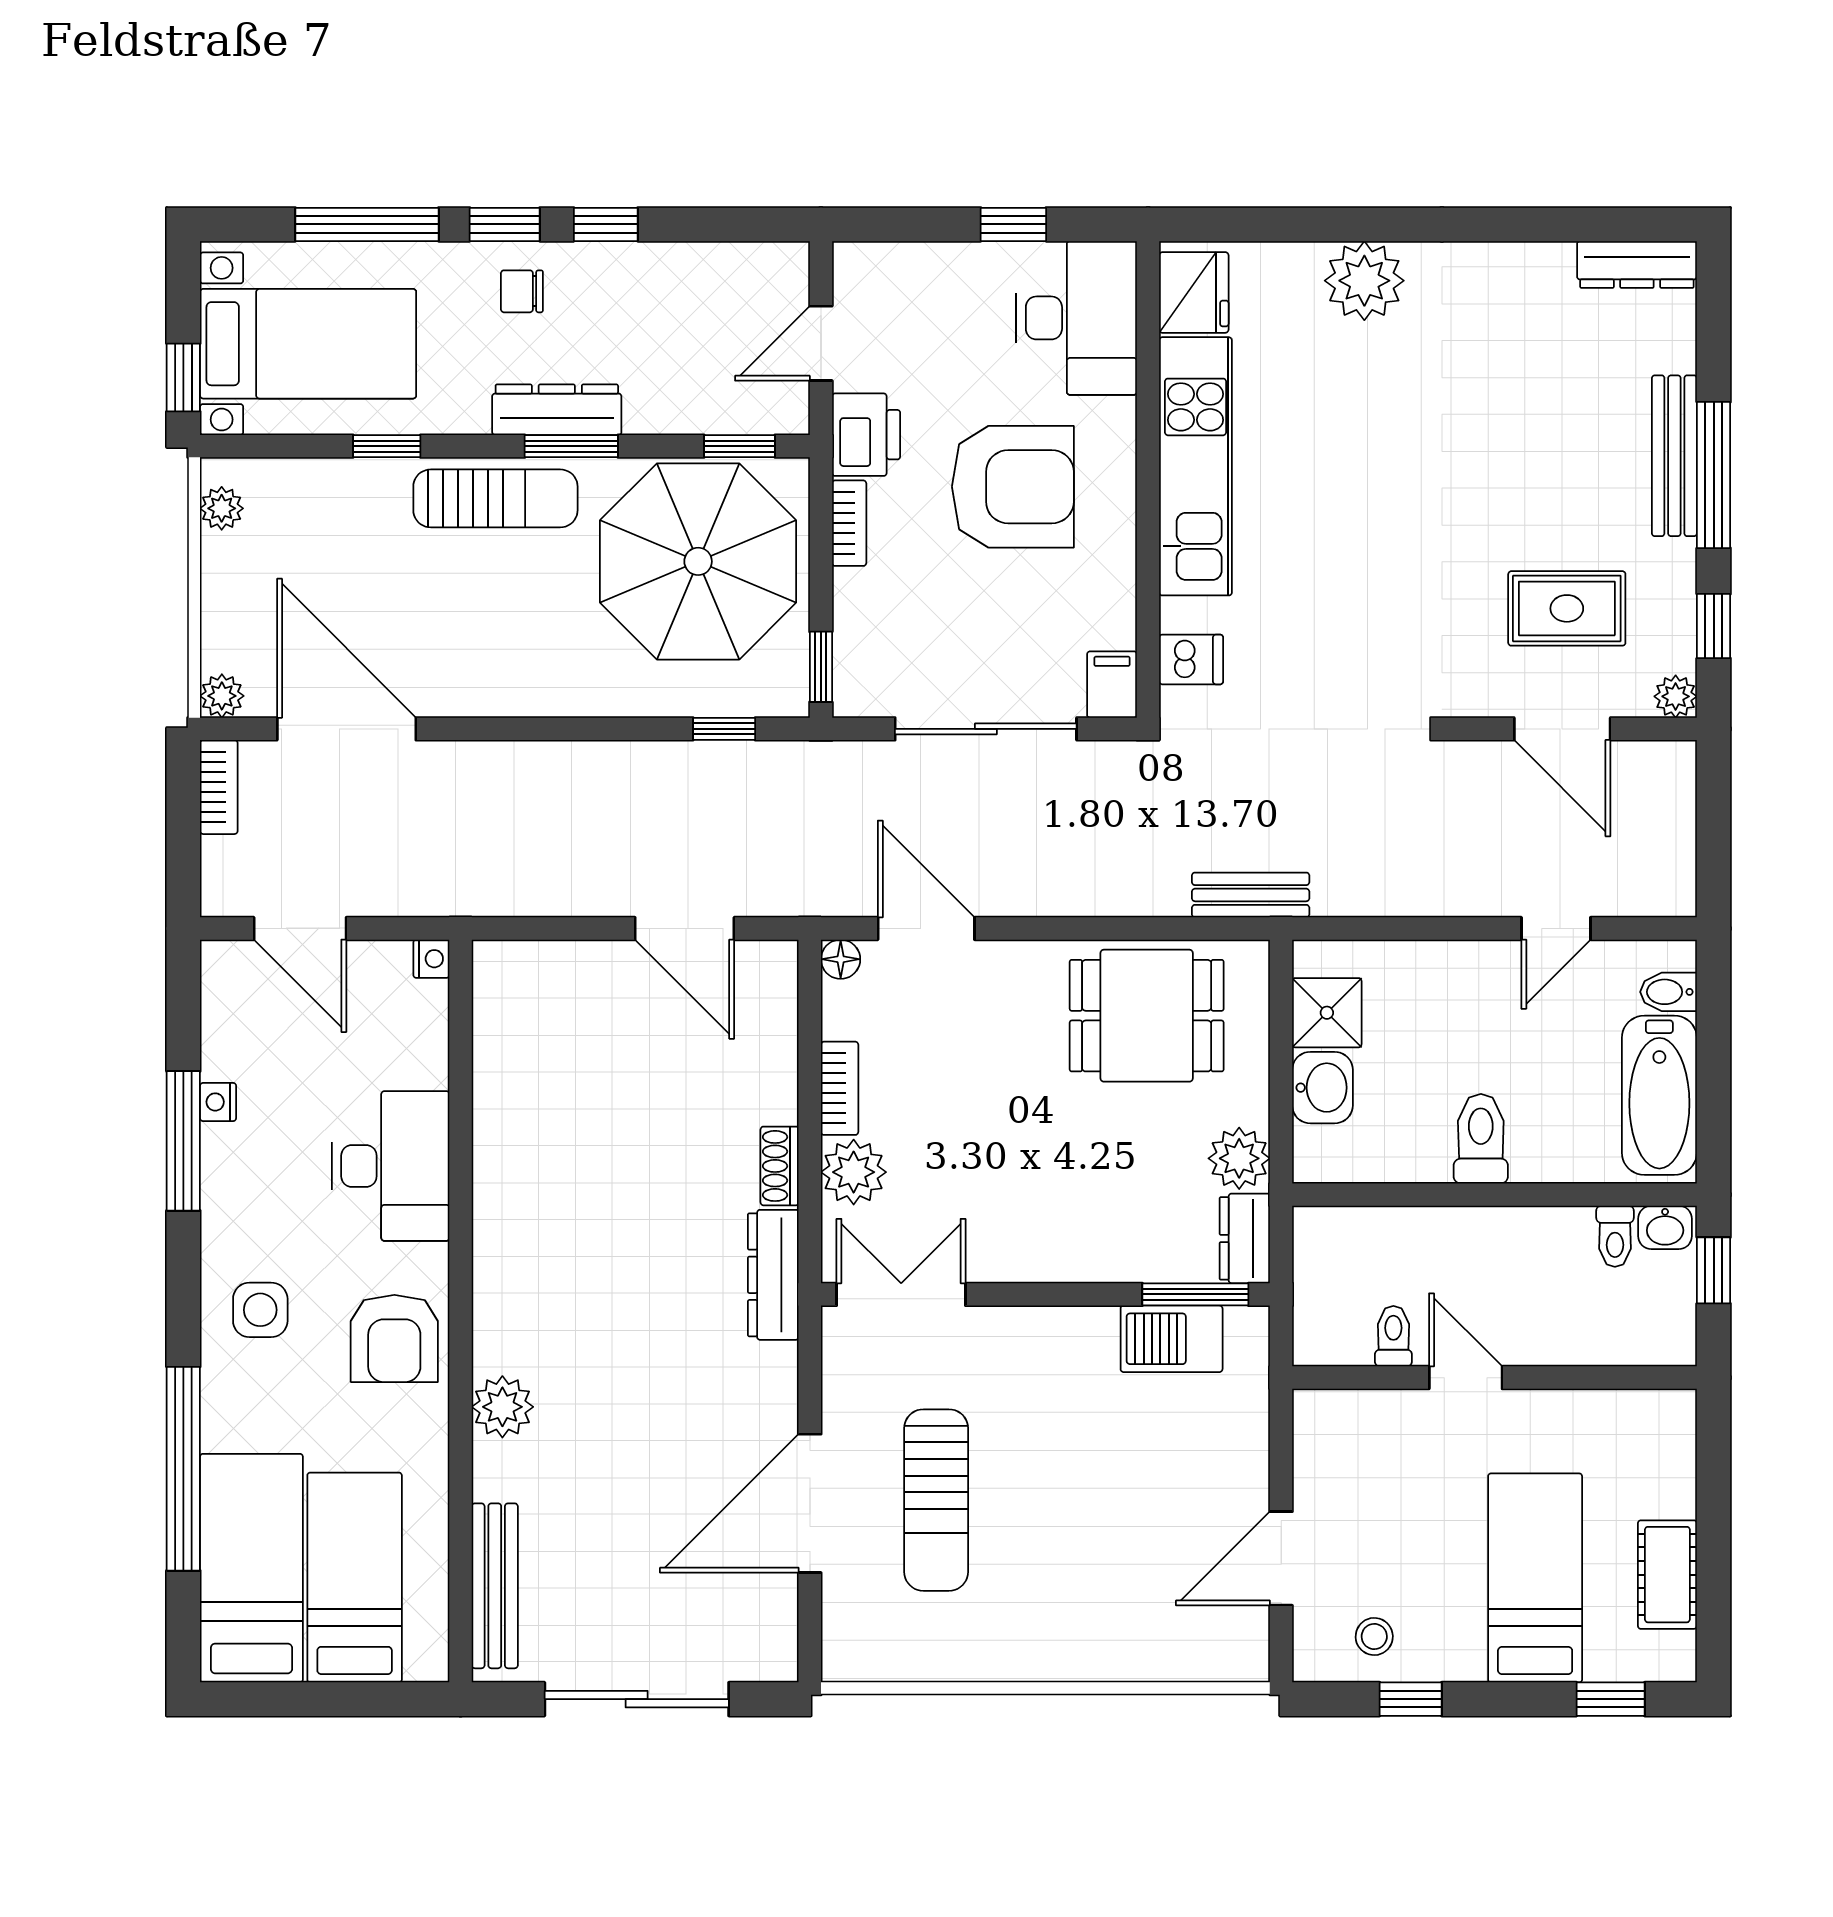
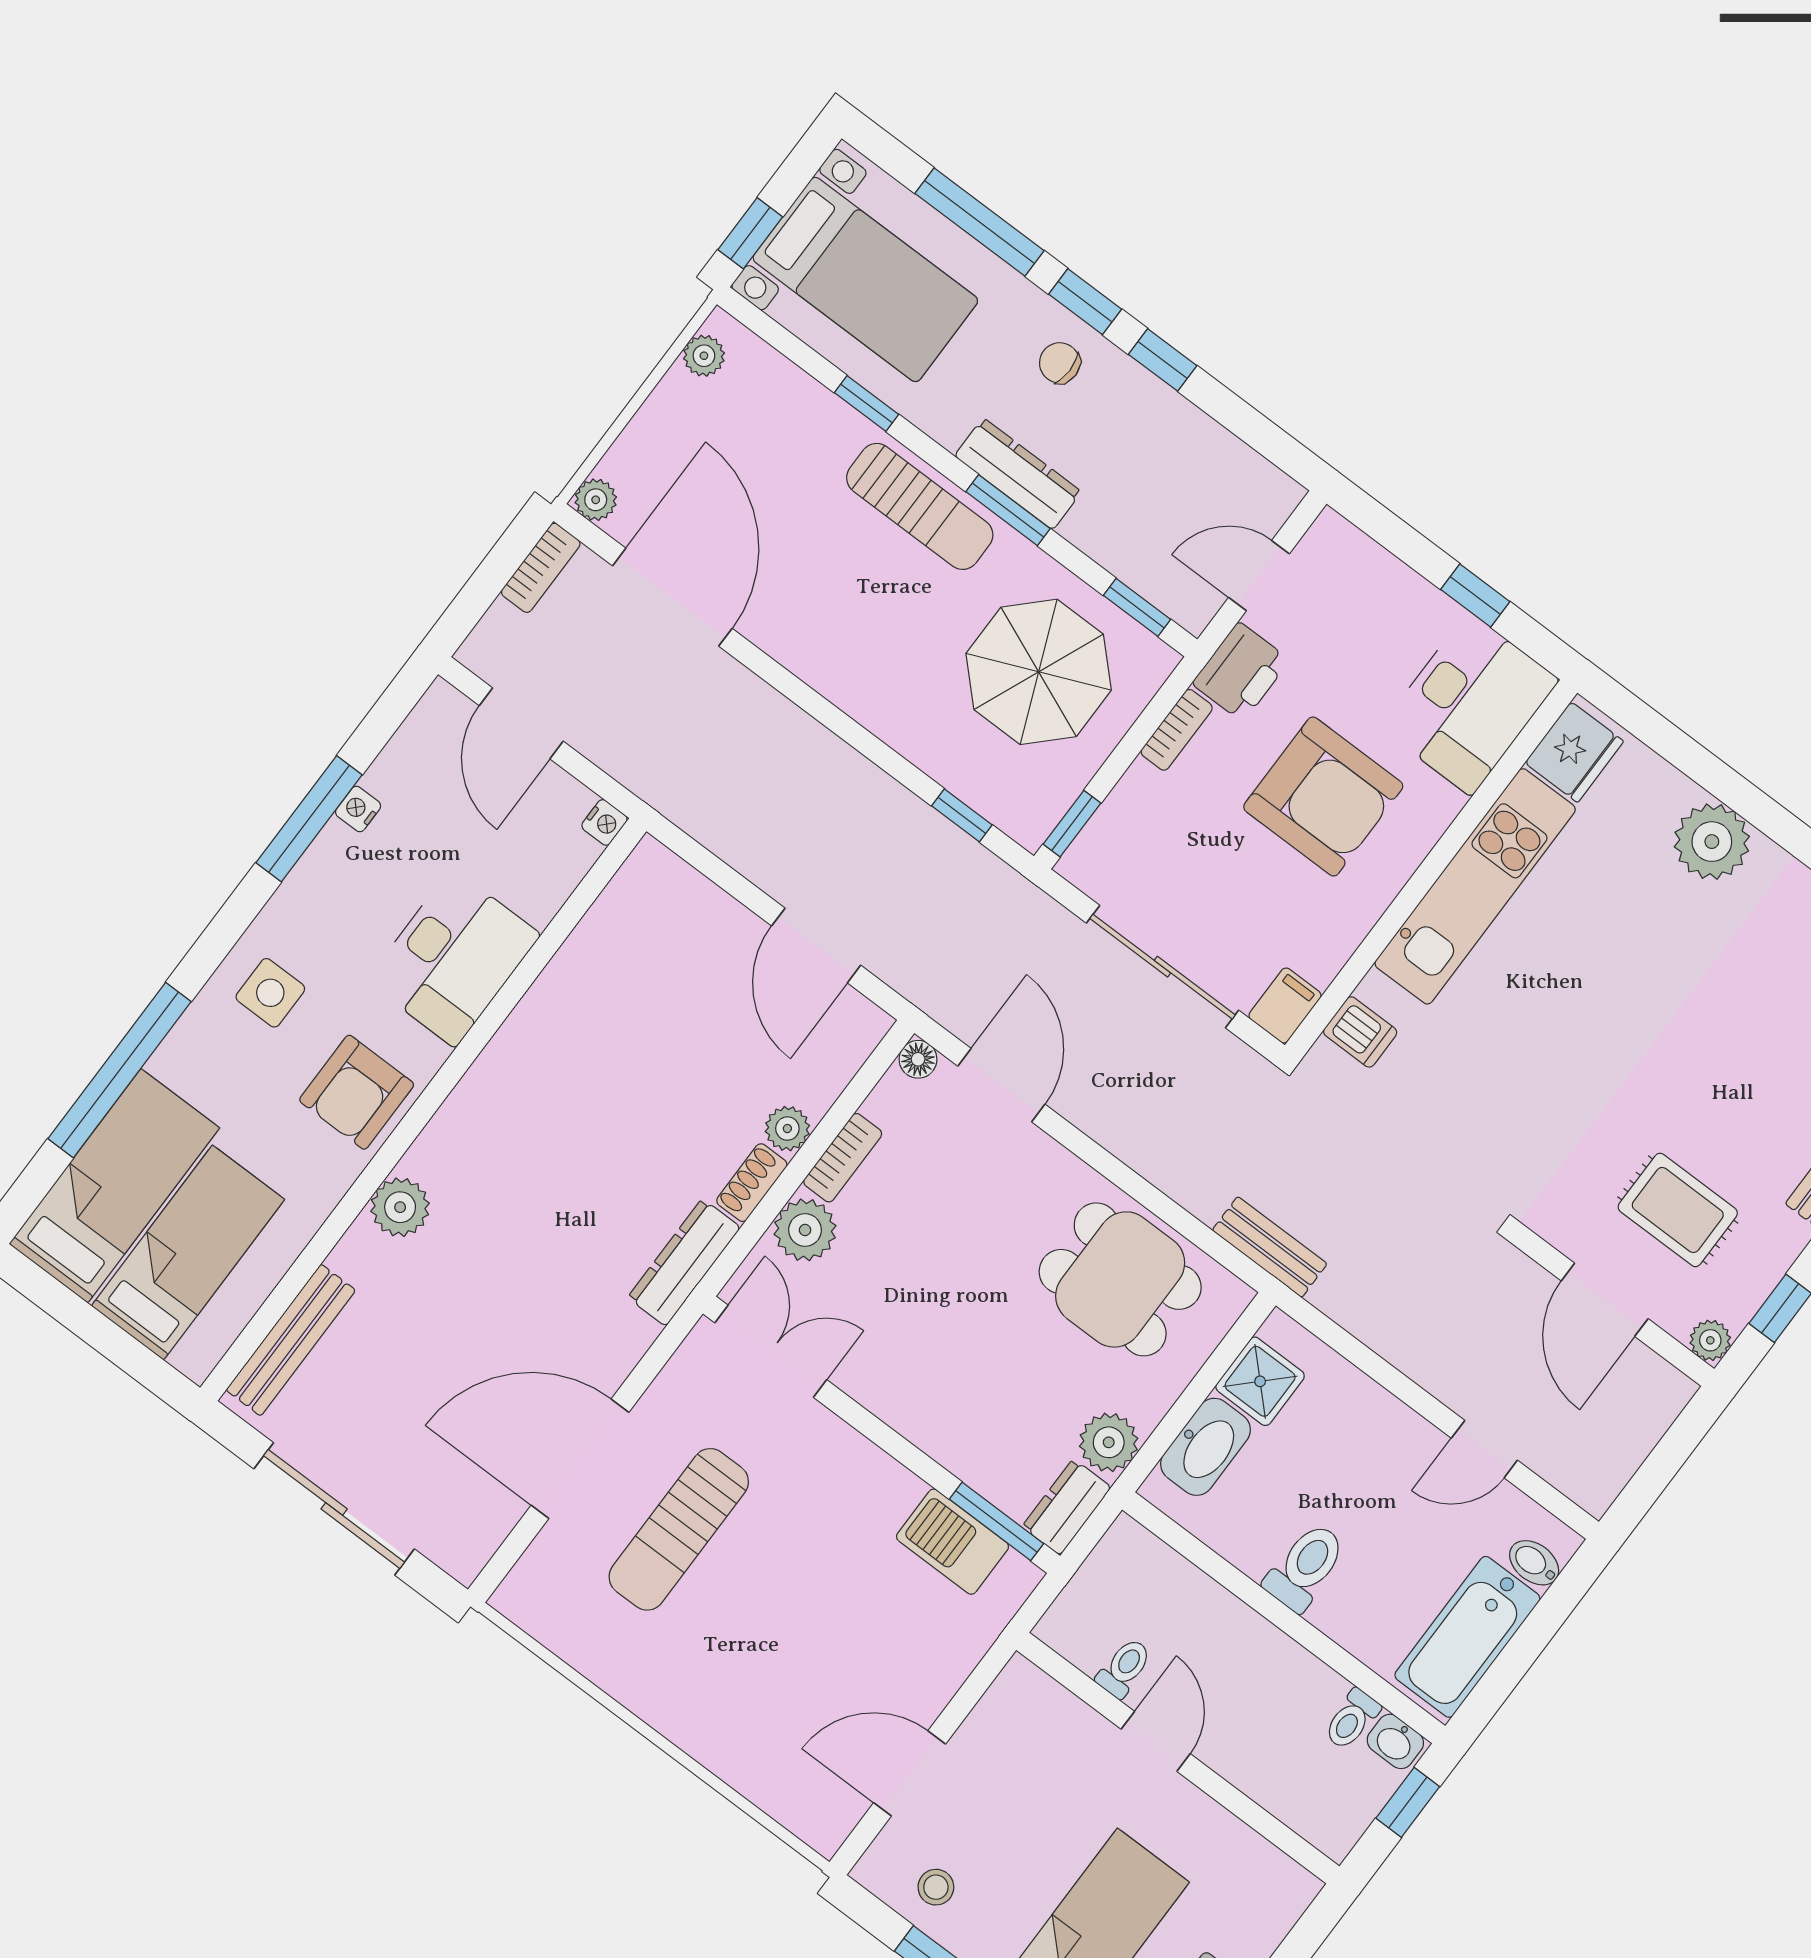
parasol: (698, 561) -> (1039, 672), width x0.73, depth x0.73
washbasin: (1322, 1088) -> (1205, 1447), width x1.38
plant: (775, 1099) -> (787, 1129), added

